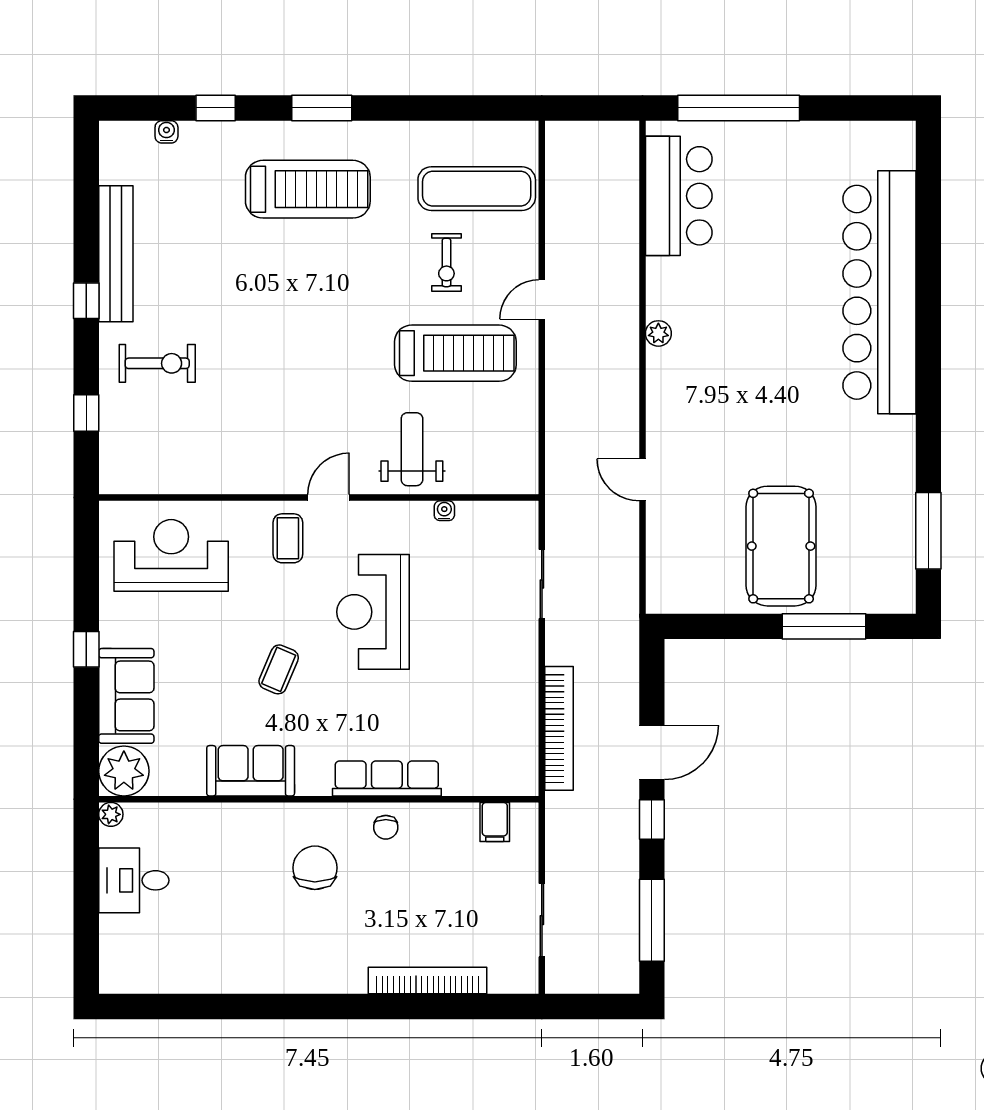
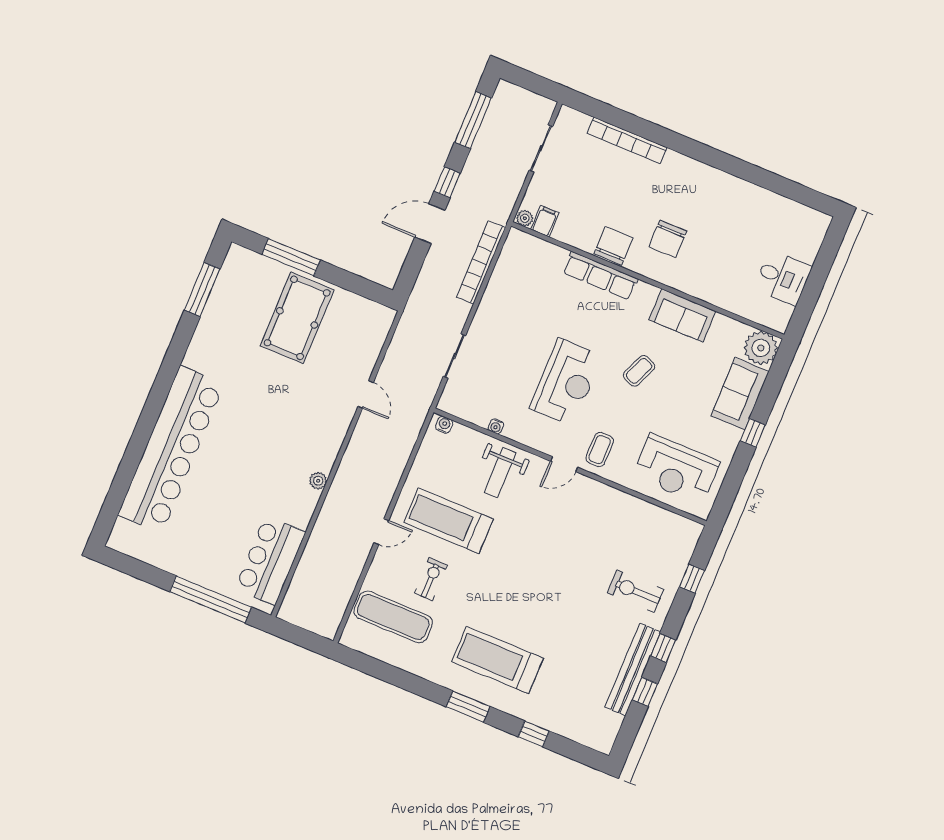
water cooler: (166, 132) -> (444, 425), moved, turned 180
window: (86, 230) -> (645, 692), added
plant: (111, 814) -> (525, 218), moved
chair: (386, 827) -> (613, 246), width x1.87, depth x1.87

